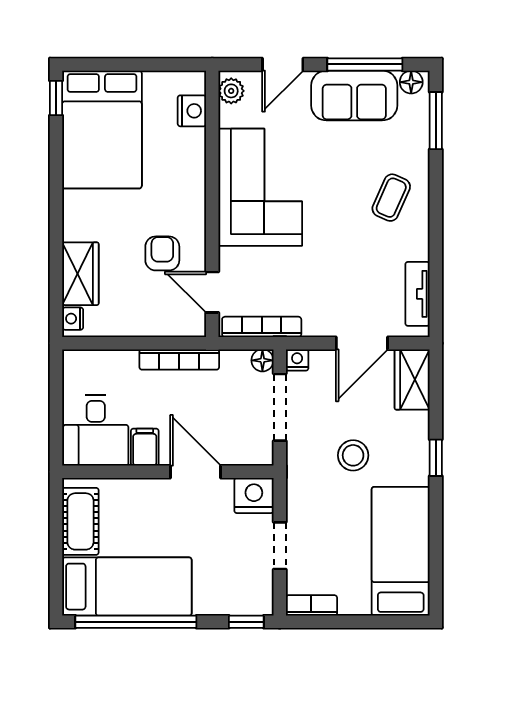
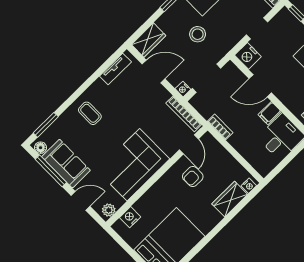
coffee table: (391, 198) -> (90, 113), turned 66
bookcase: (179, 359) -> (220, 127), width x0.64
floor lamp: (262, 360) -> (196, 102), removed
door: (196, 472) -> (260, 86), hinge flipped

